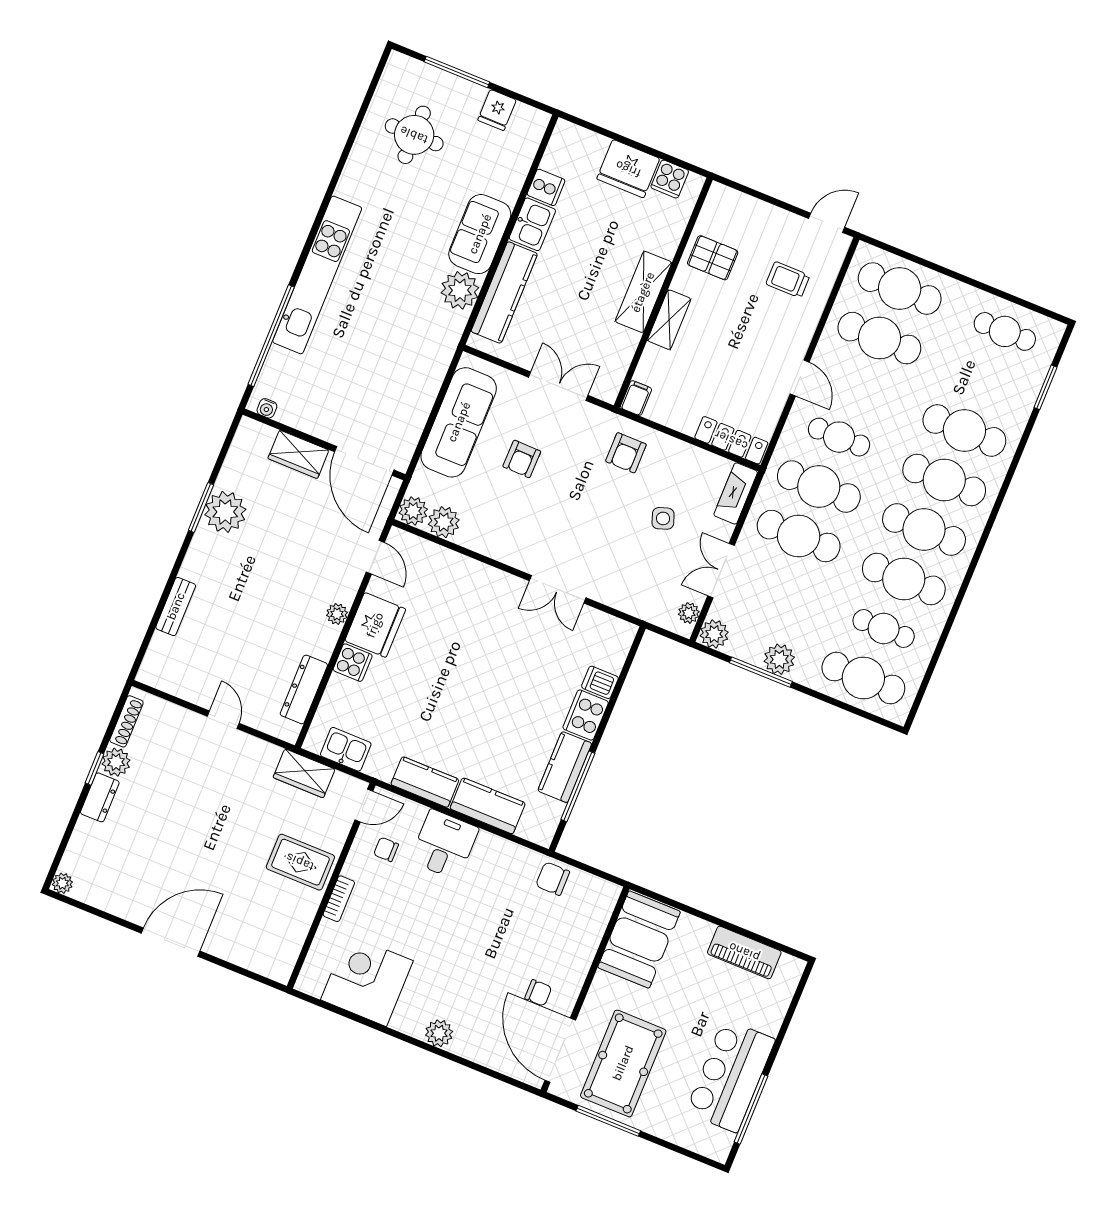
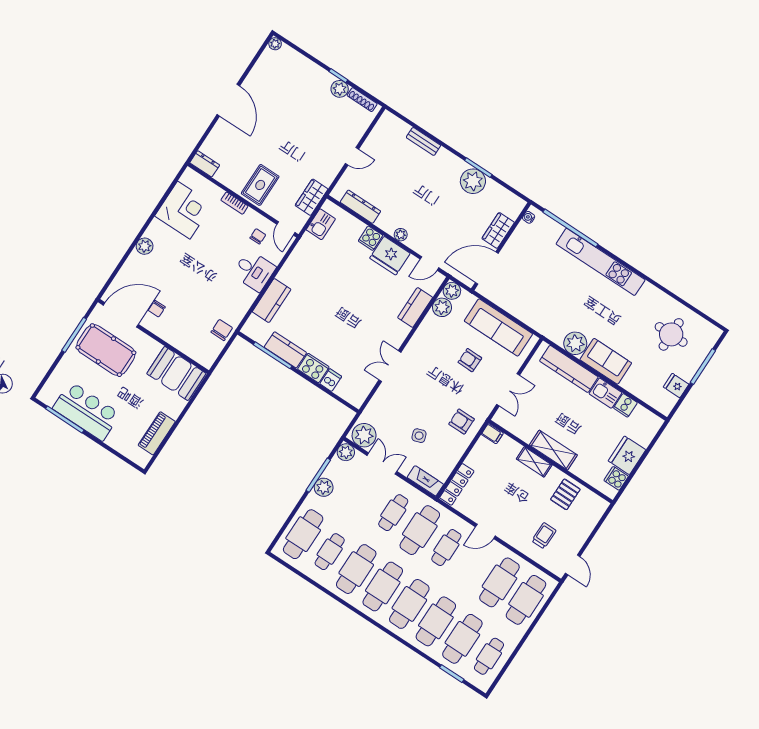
cafe table: (985, 381) -> (462, 639), added
cafe table: (799, 536) -> (393, 513), width x0.73, depth x0.74
plant: (689, 613) -> (364, 435), width x1.88, depth x1.88
kitchen counter: (425, 782) -> (415, 307), moved, turned 180
dresser: (100, 797) -> (205, 164), moved, turned 180

